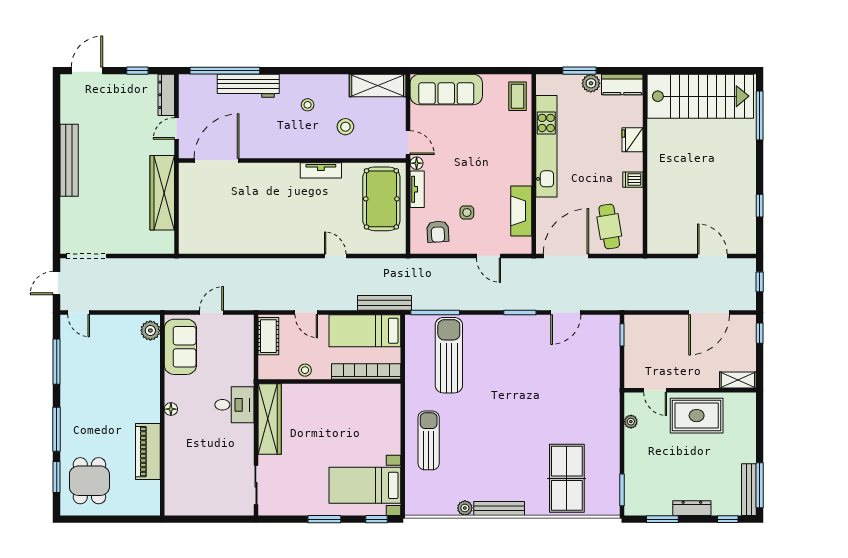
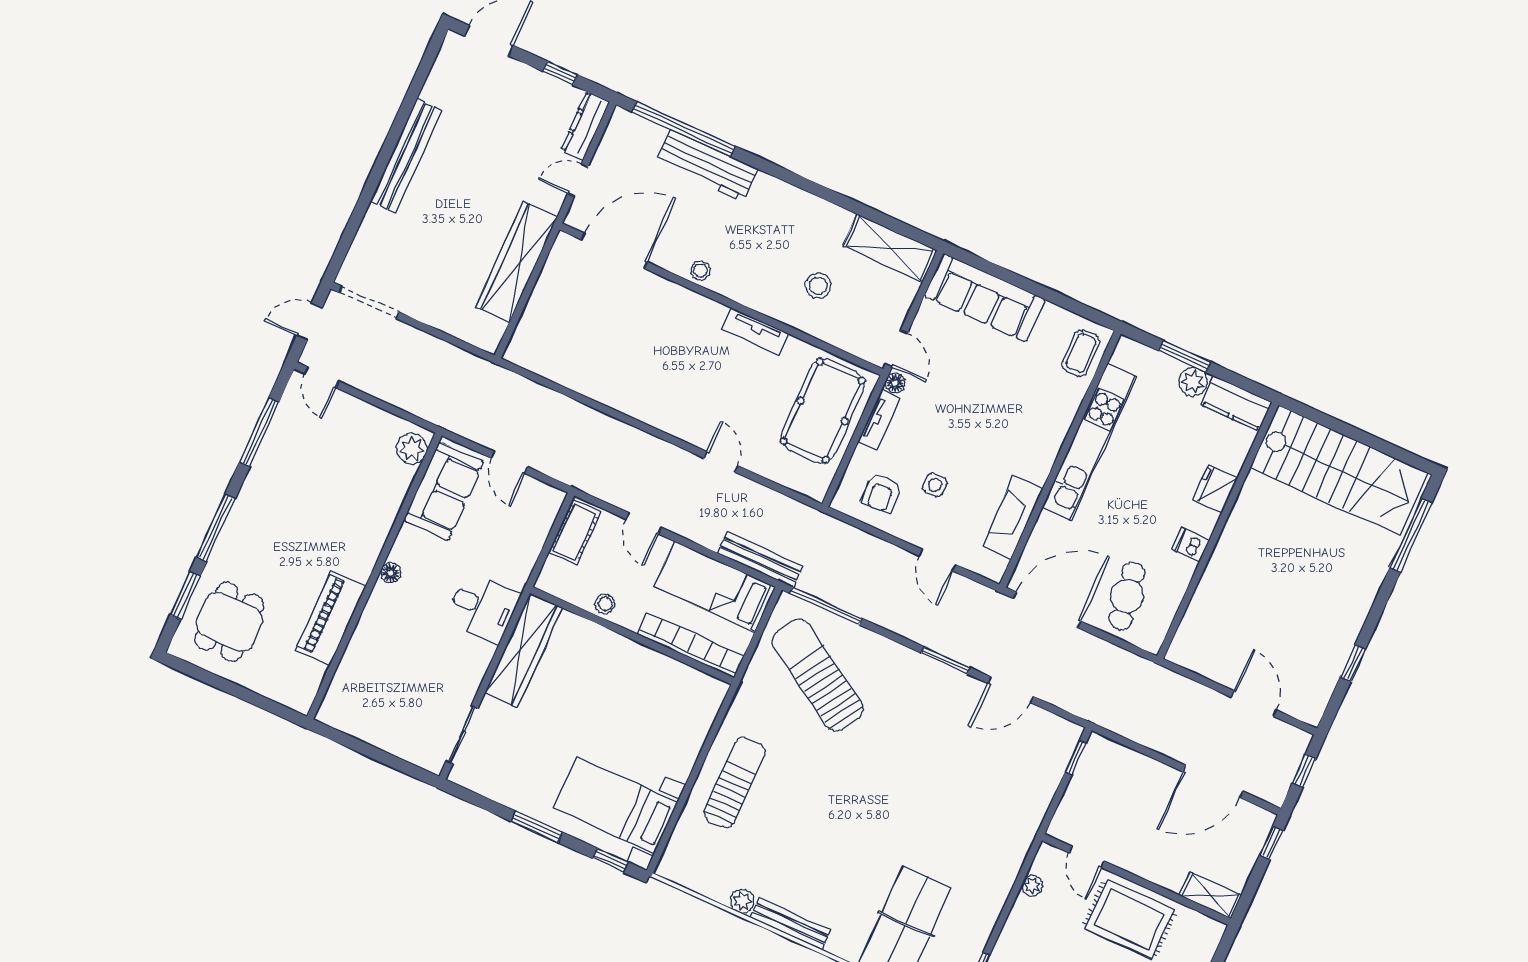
stool: (308, 105) -> (701, 270), moved
door: (212, 313) -> (510, 463), swing flipped
sun lounger: (449, 355) -> (818, 675), turned -58

